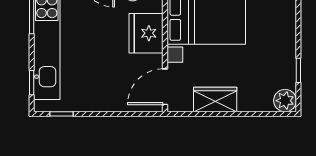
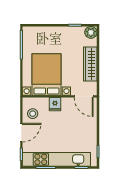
fridge: (146, 33) -> (55, 104), width x0.53, depth x0.75
wardrobe: (215, 99) -> (90, 64), width x1.50

